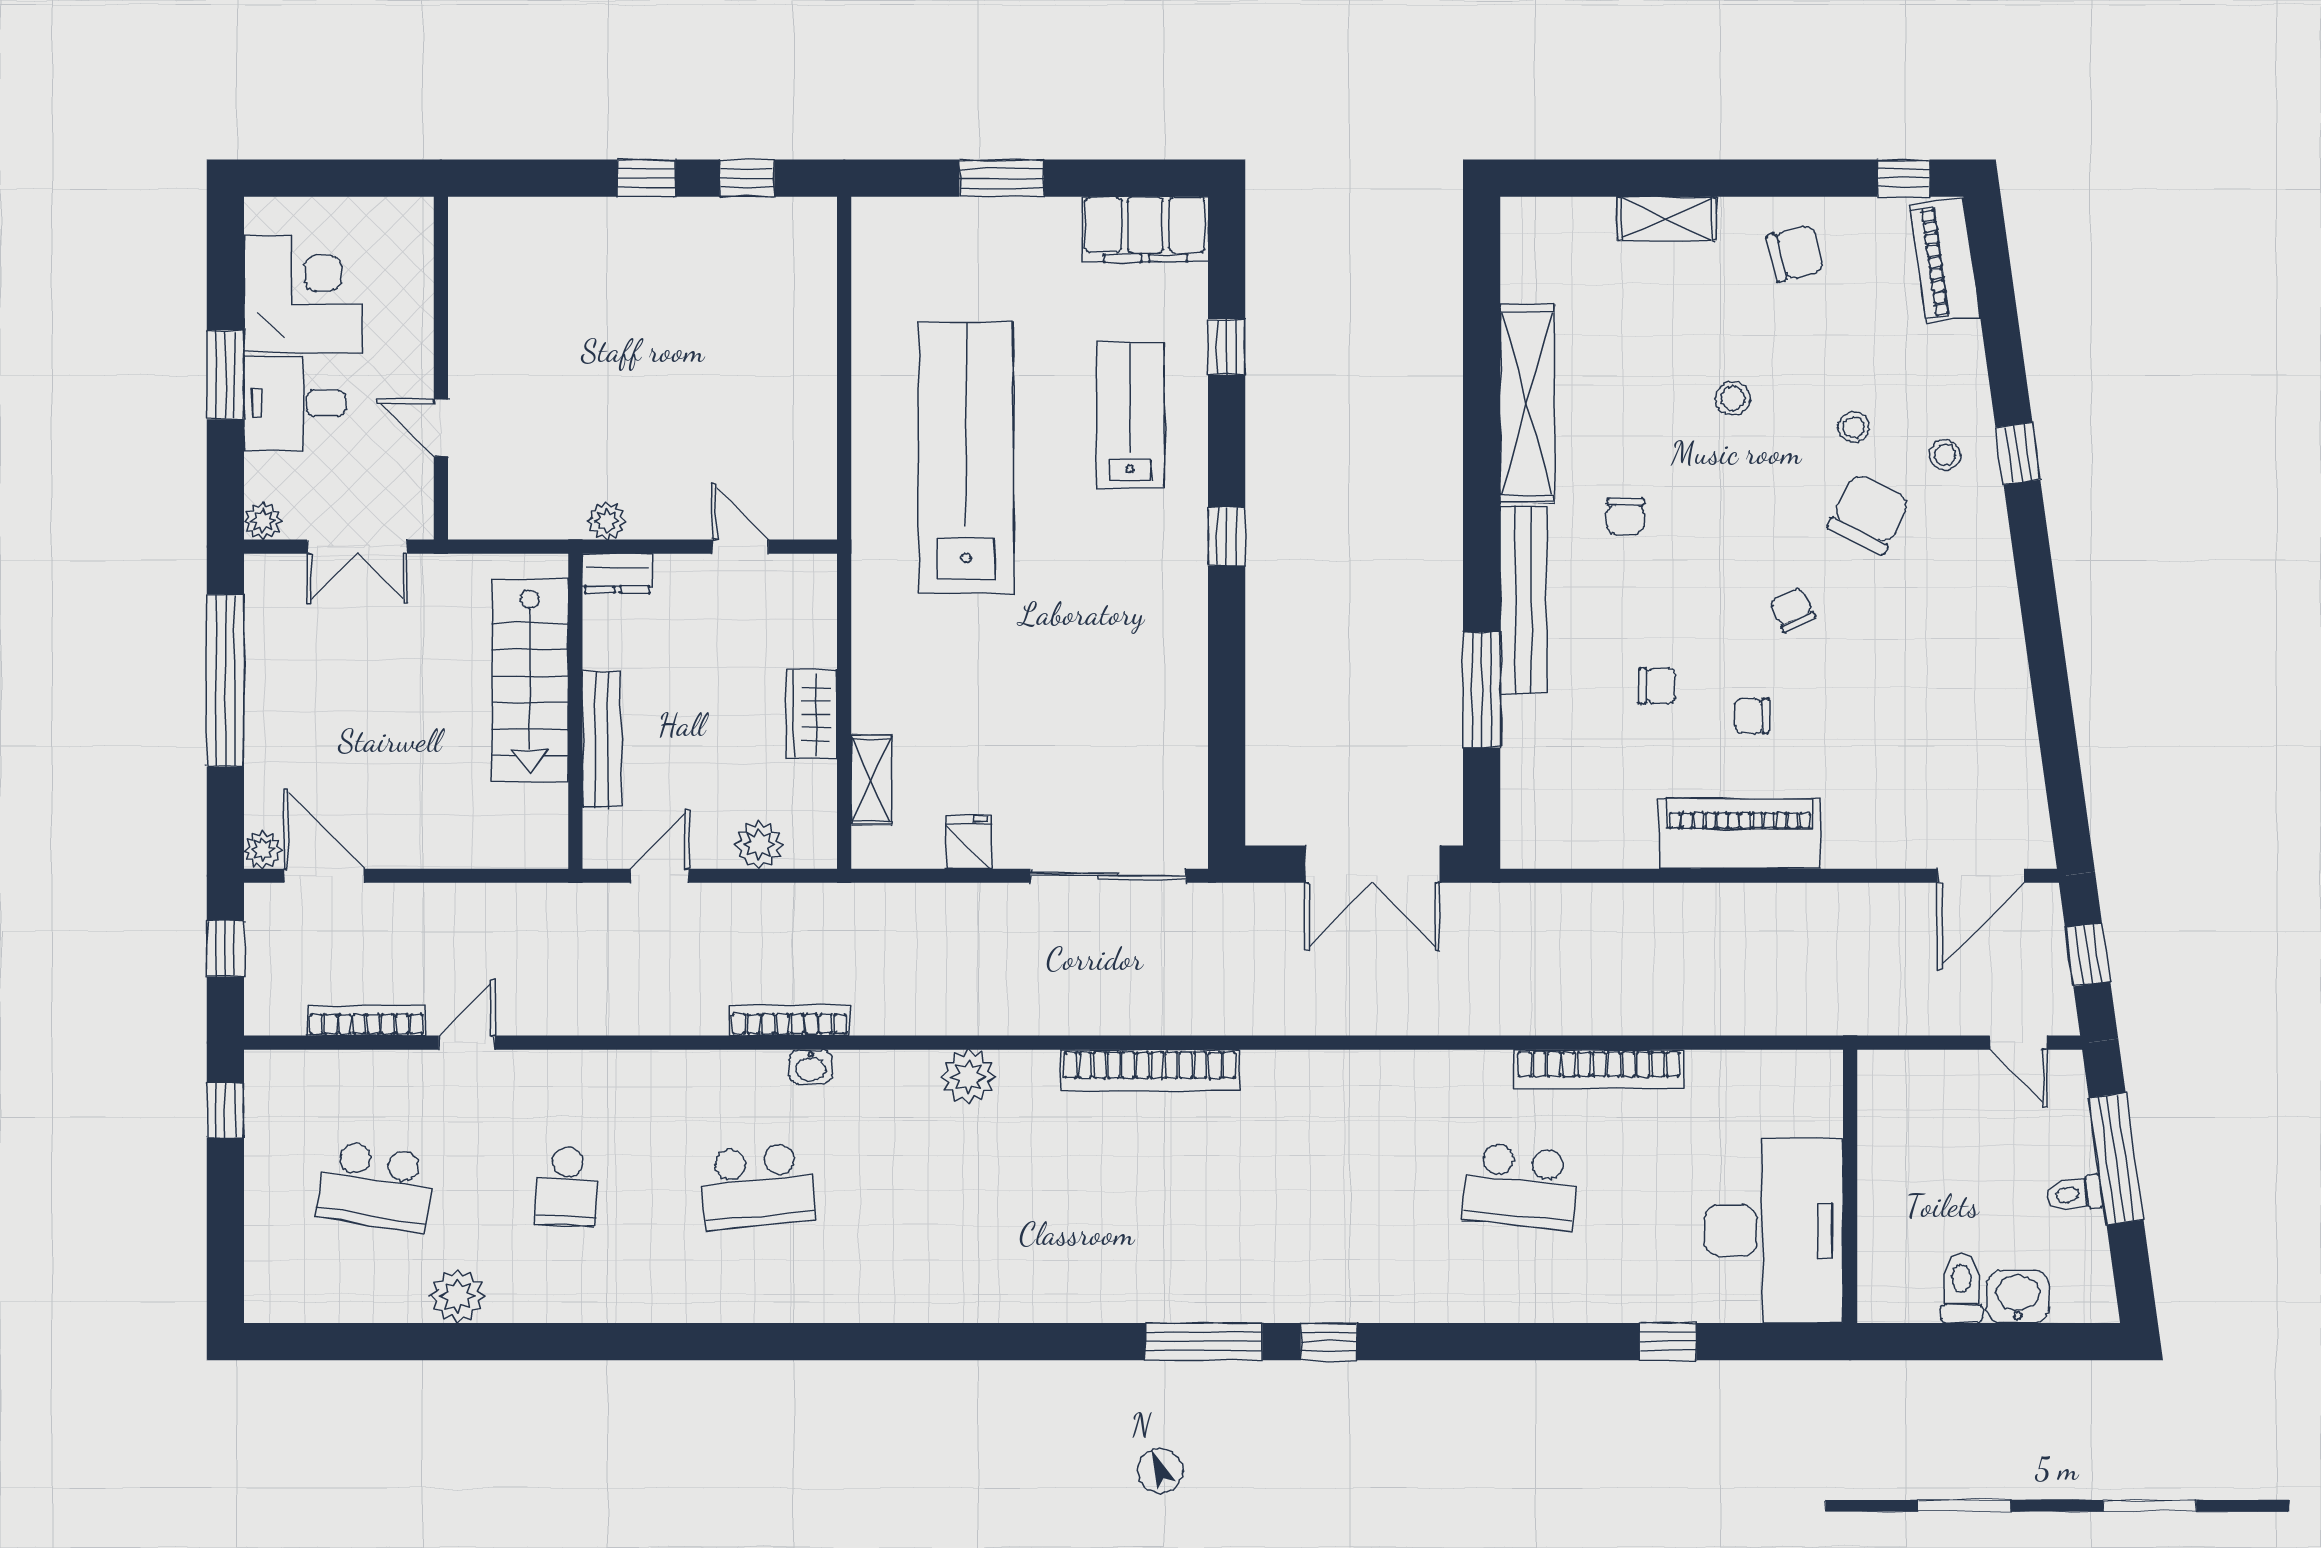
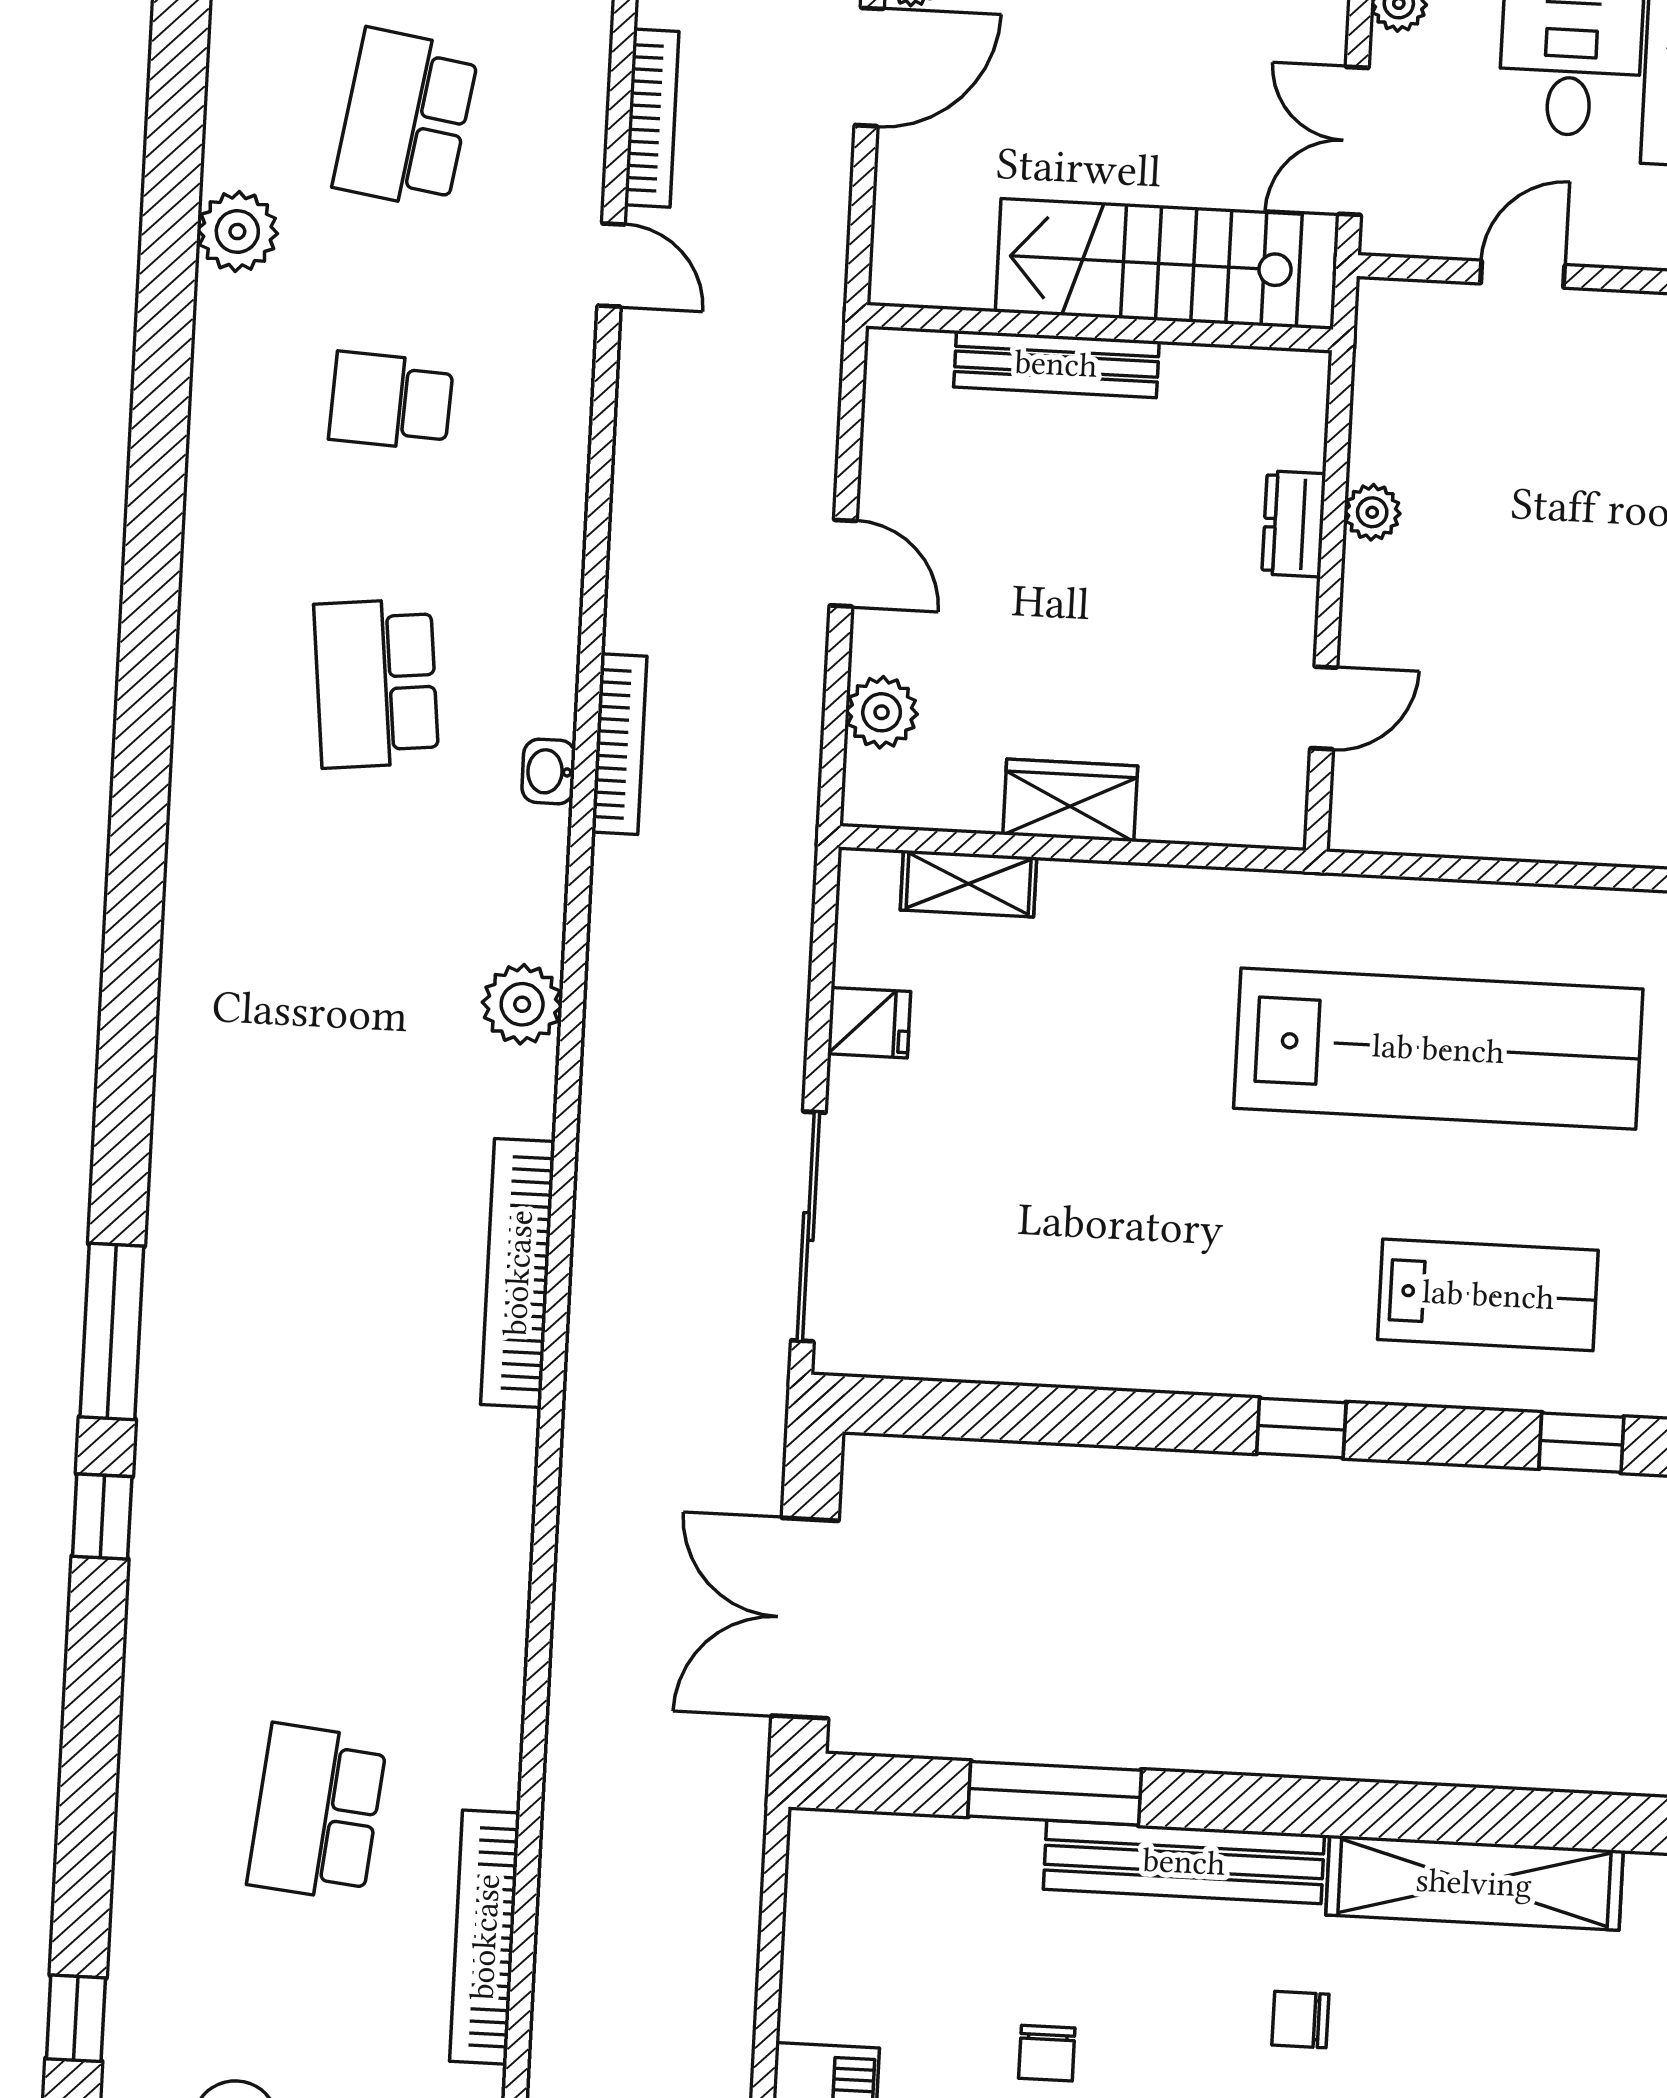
stairs: (530, 680) -> (1149, 263), moved
wall: (575, 711) -> (1100, 328), moved
bench: (601, 739) -> (1056, 364), moved

